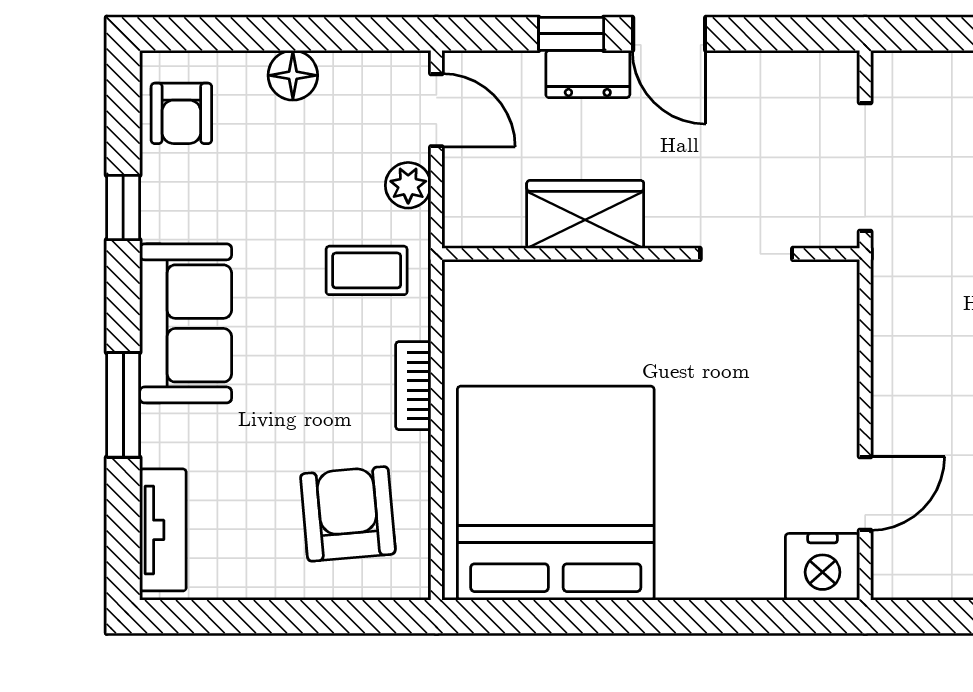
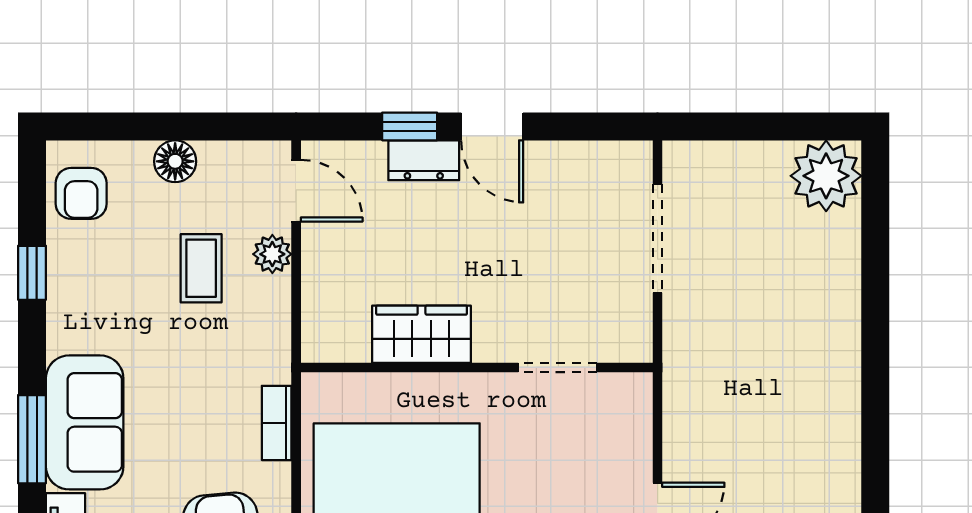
wardrobe: (585, 214) -> (422, 334), moved
wall: (651, 254) -> (477, 367), moved
doorway: (746, 254) -> (557, 367), moved
coffee table: (367, 270) -> (201, 268), moved, turned 90
sofa: (186, 323) -> (85, 422), moved

